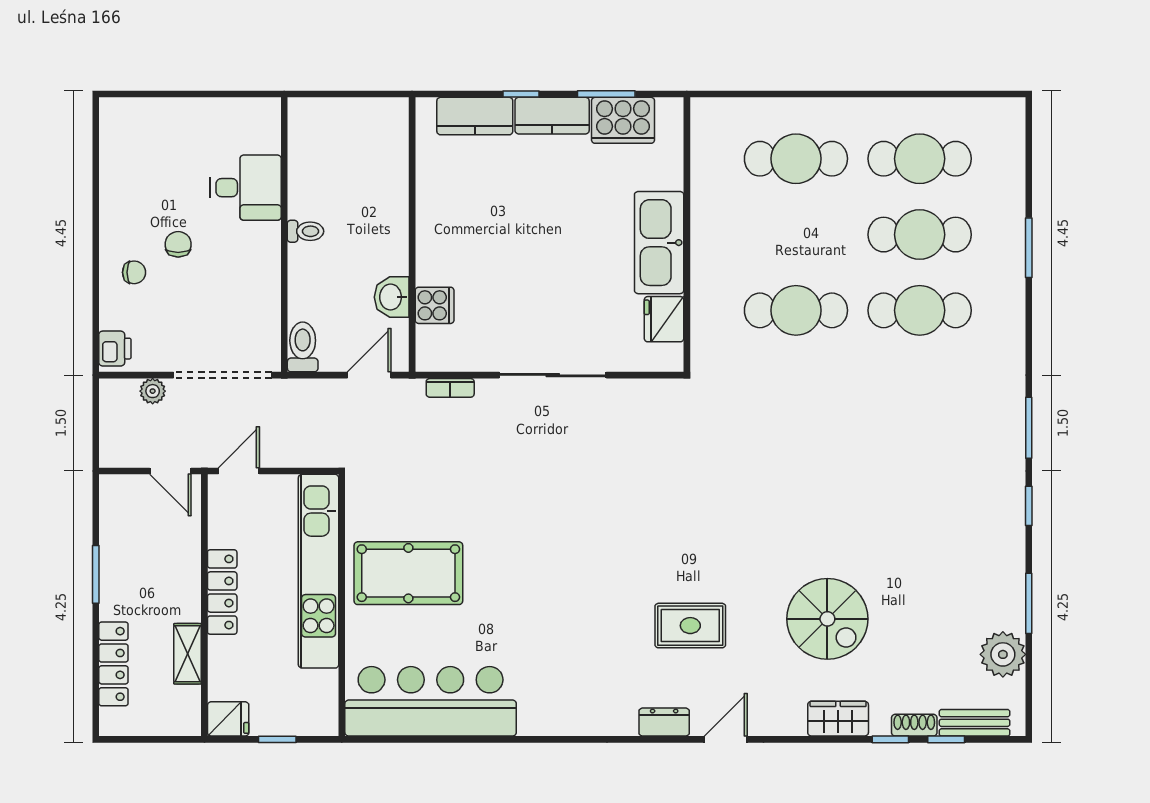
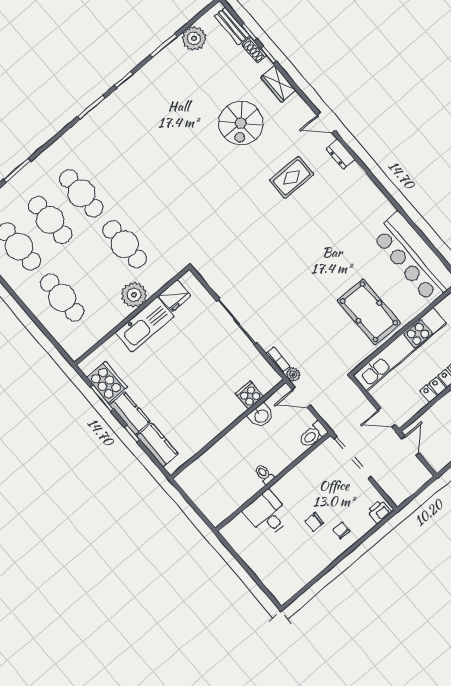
plant: (714, 263) -> (134, 295), added
plant: (153, 391) -> (293, 375), moved
spiral stairs: (827, 619) -> (241, 123), turned 180
rug: (690, 626) -> (292, 177), turned 90

